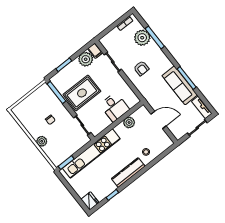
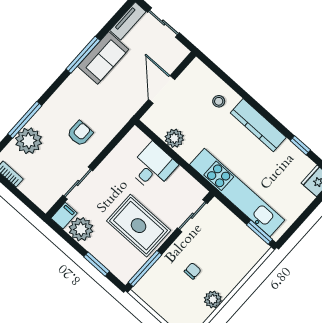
sofa: (180, 85) -> (103, 58), width x0.73
plant: (42, 141) -> (213, 299), moved

